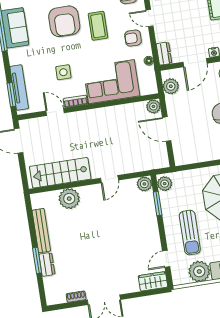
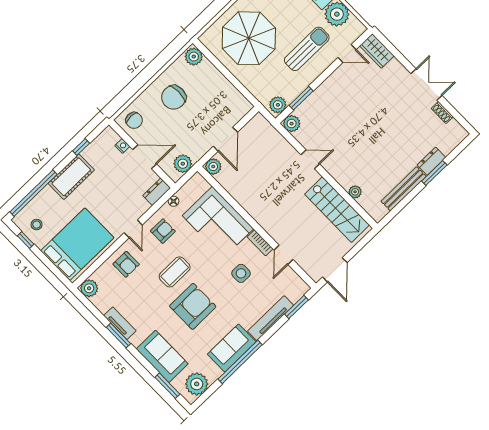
armchair: (133, 38) -> (163, 231), turned -90
tv unit: (19, 88) -> (271, 318), moved
plant: (69, 199) -> (355, 192), width x0.53, depth x0.53

